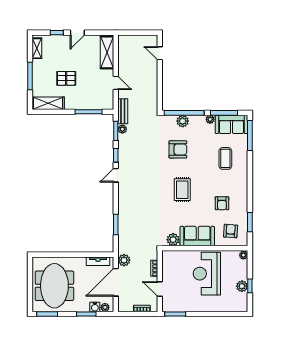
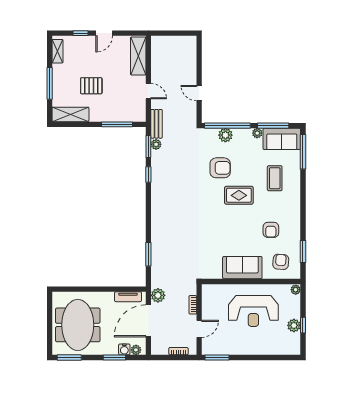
door: (160, 53) -> (199, 93), moved
door: (116, 175) -> (148, 198), removed
rug: (182, 190) -> (239, 195), moved, turned 90
plant: (173, 240) -> (214, 272), removed
reception desk: (207, 274) -> (253, 311), turned -90
door: (160, 289) -> (199, 329), swing flipped

